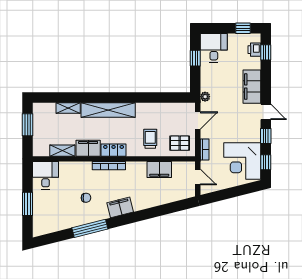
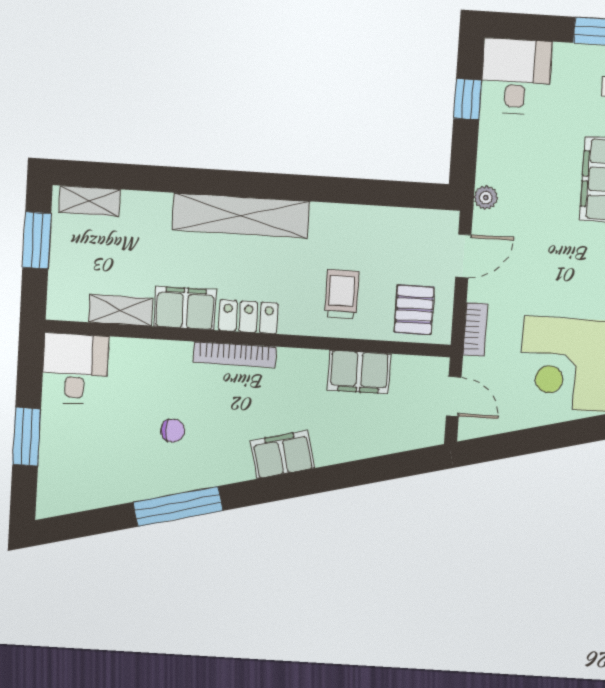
shelving: (68, 108) -> (89, 201), moved
pallet: (180, 143) -> (414, 310), turned 90
filing cabinet: (120, 207) -> (282, 455), moved

